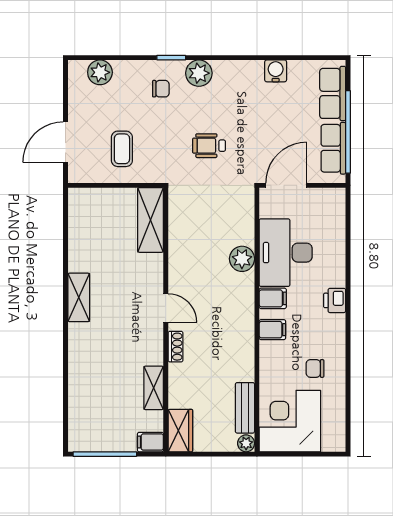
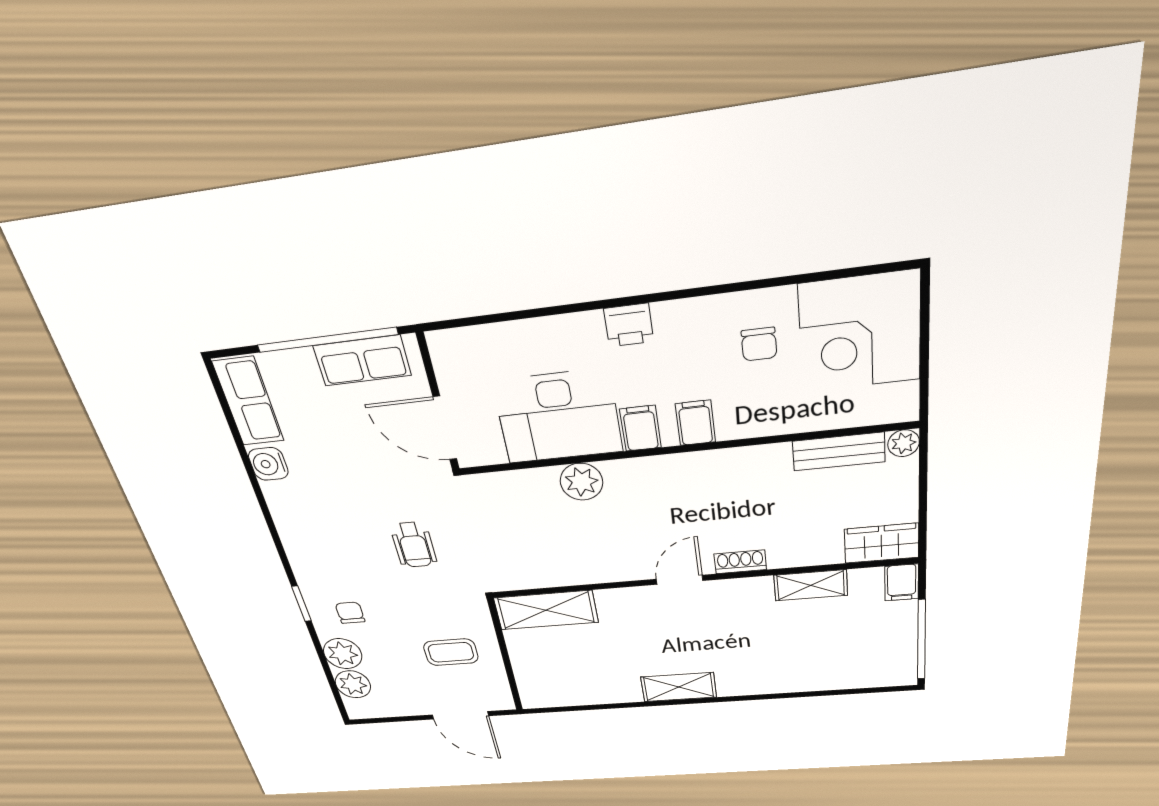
plant: (199, 73) -> (343, 654), moved
row of seats: (333, 93) -> (248, 401), moved, turned -90
corner desk: (290, 421) -> (860, 332), moved

